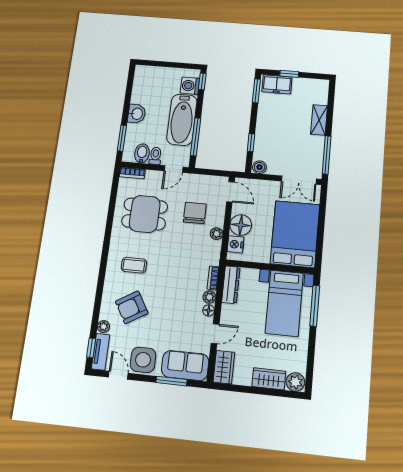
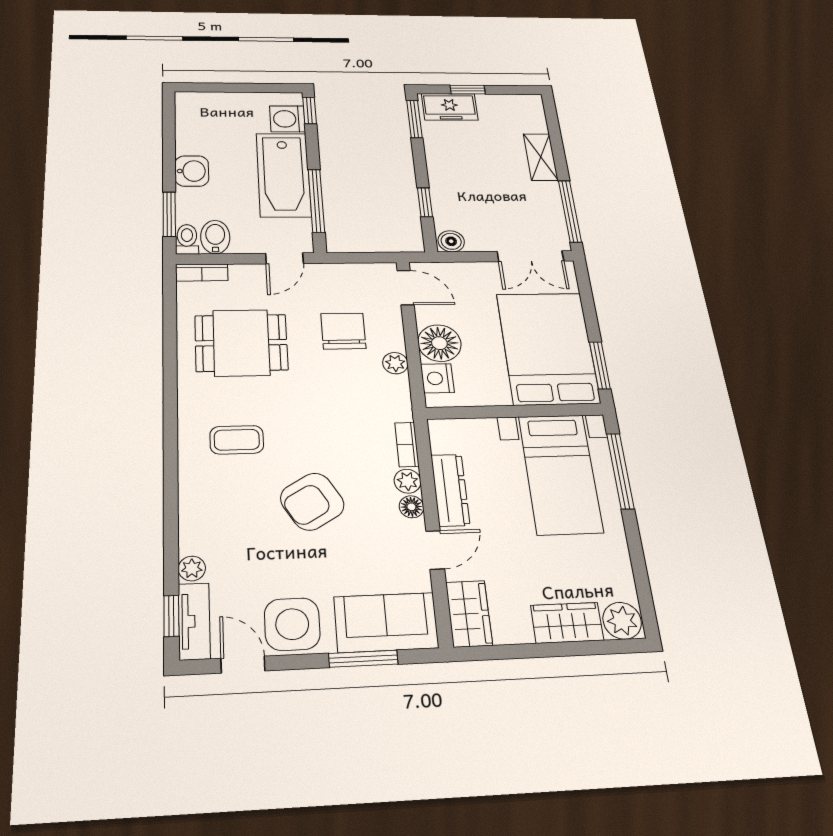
toilet: (155, 156) -> (187, 239), moved
window: (319, 247) -> (600, 365), added
dresser: (231, 285) -> (450, 490), moved
armchair: (132, 307) -> (312, 502), moved

